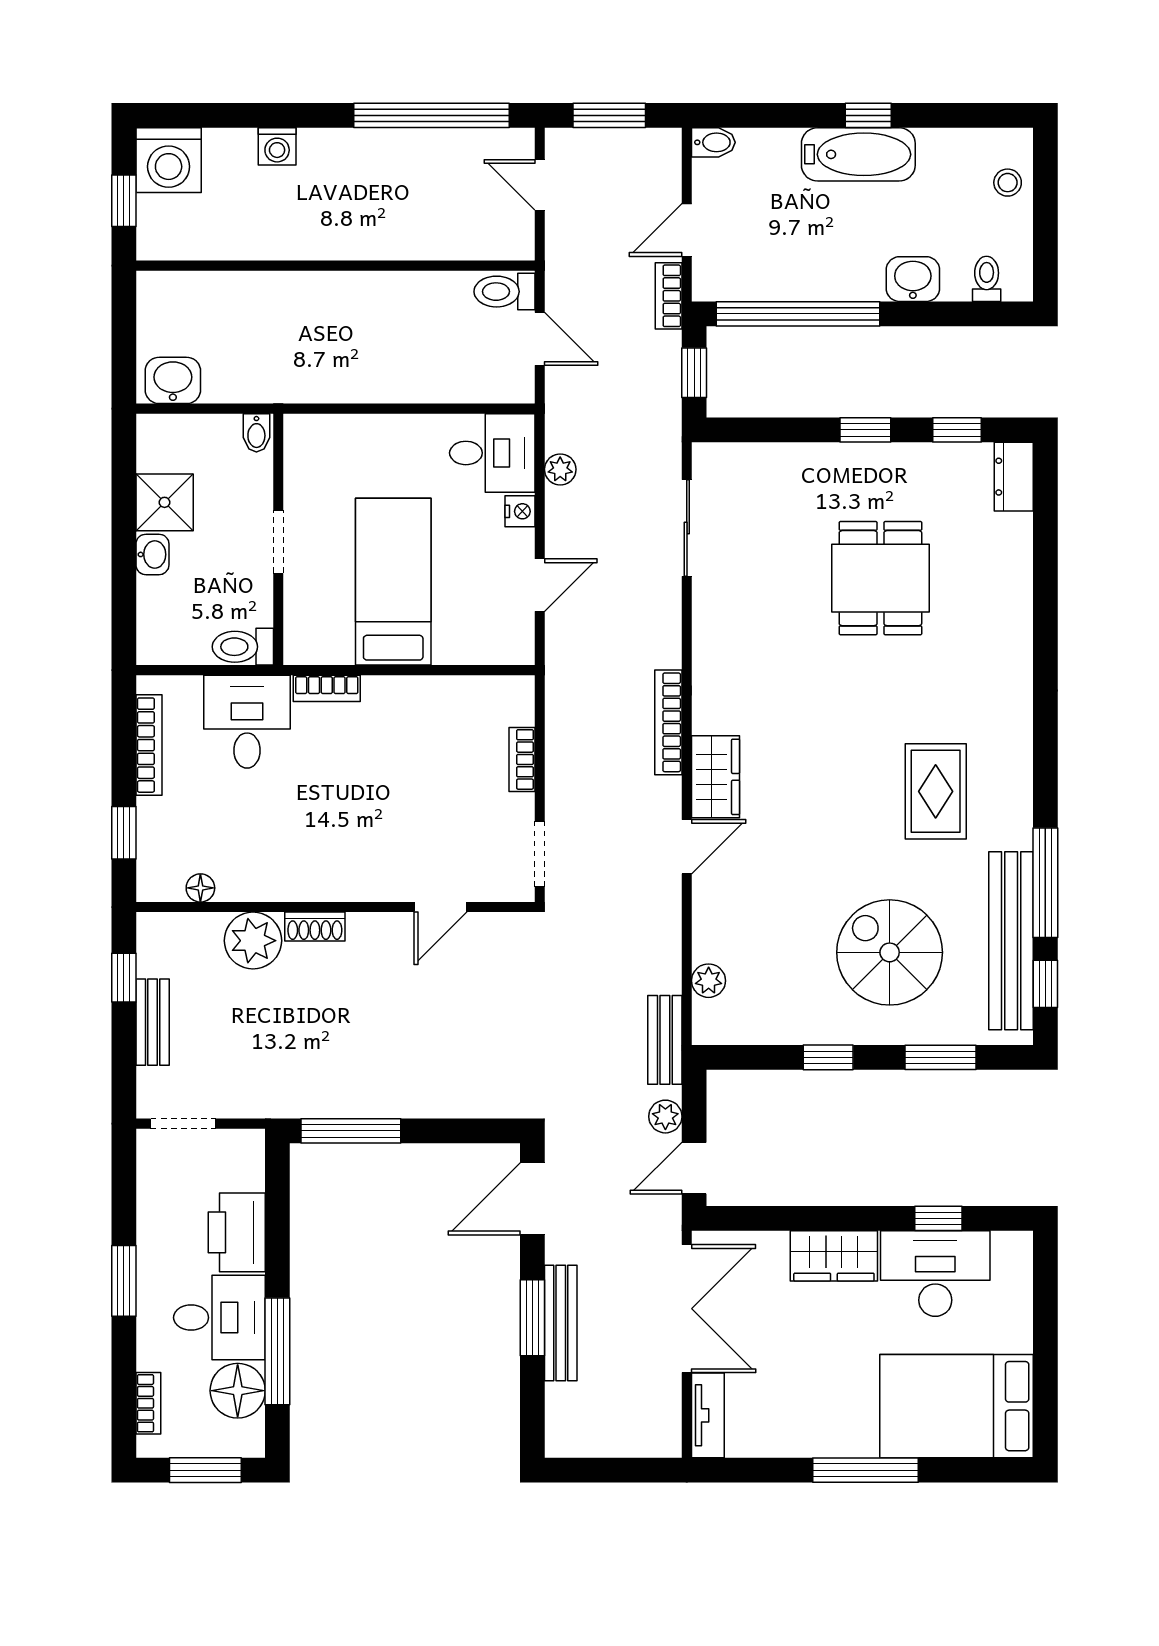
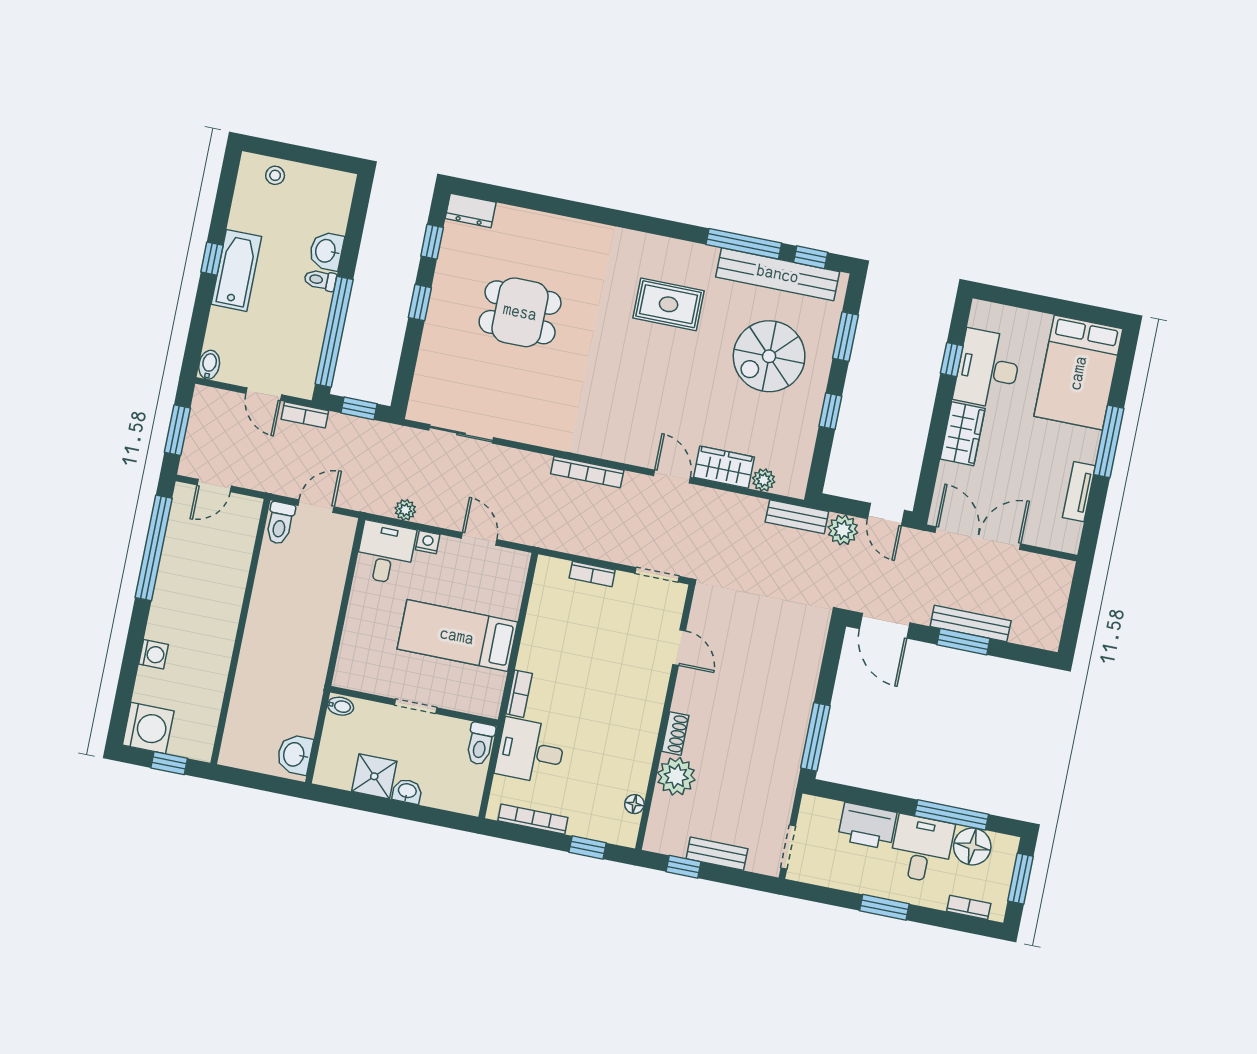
toilet: (987, 279) -> (320, 280), moved
wardrobe: (716, 777) -> (724, 467), moved
plant: (665, 1117) -> (843, 530), width x1.38, depth x1.38
tv unit: (708, 1415) -> (1079, 492), moved, turned -90

